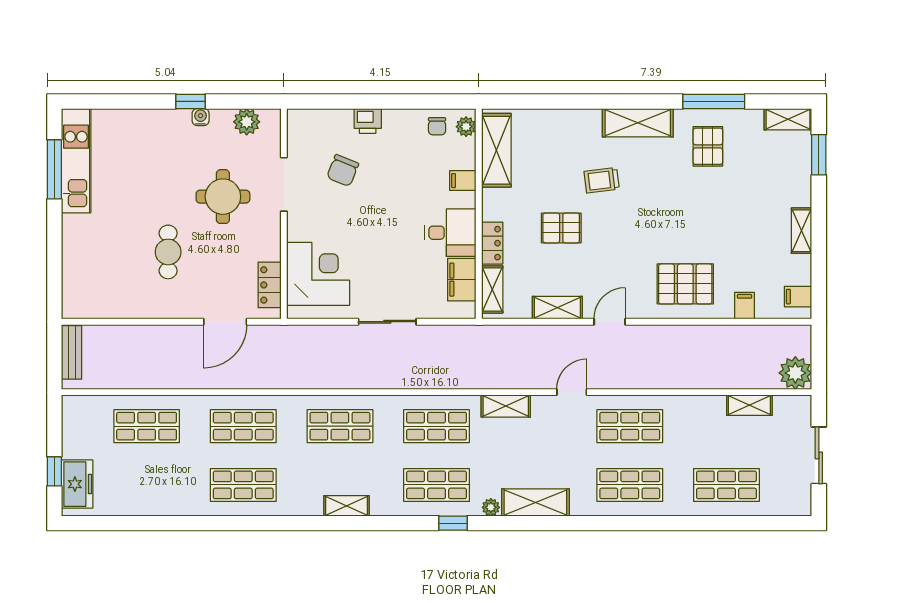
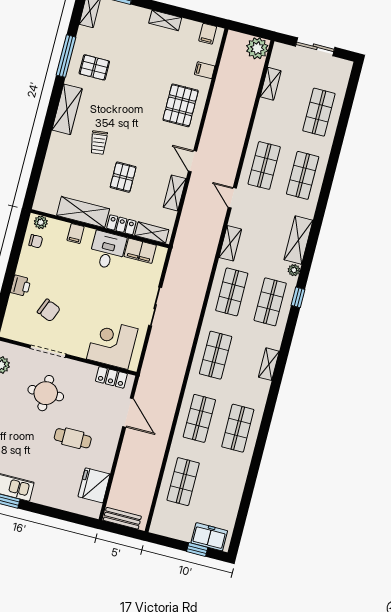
shelving: (496, 150) -> (83, 212), moved
fridge: (108, 300) -> (94, 485), added

